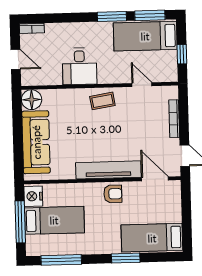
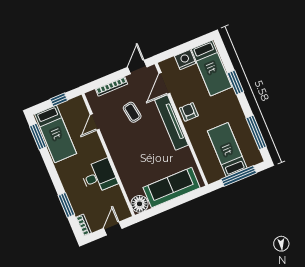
window: (112, 16) -> (66, 205), moved
coffee table: (102, 101) -> (132, 112), moved
nightstand: (33, 196) -> (185, 60), moved, turned 180

